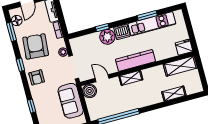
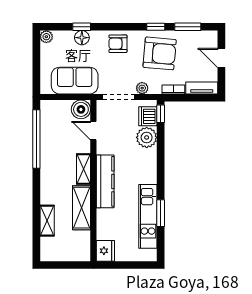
floor lamp: (17, 20) -> (82, 38), moved
window: (102, 28) -> (161, 114), moved
dishwasher: (122, 32) -> (148, 116), moved
plant: (107, 37) -> (147, 137), moved
window: (20, 65) -> (156, 27), moved
shelving: (180, 66) -> (82, 208), moved
door: (102, 78) -> (93, 131), swing flipped

